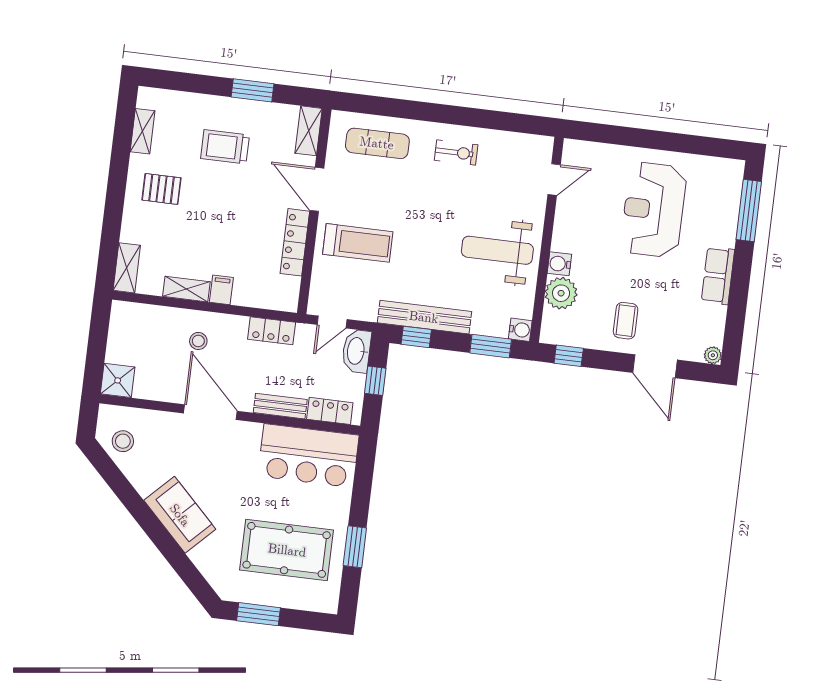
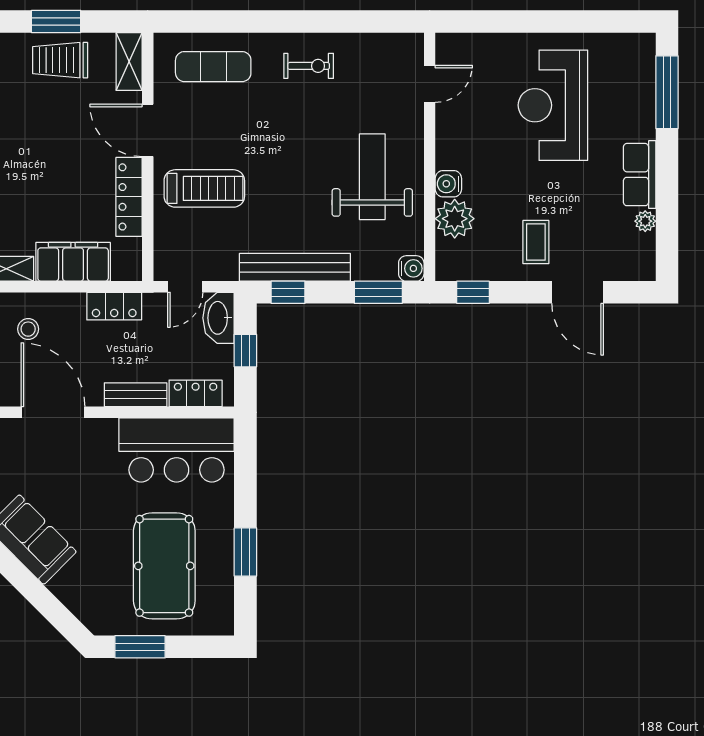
trolley: (225, 147) -> (60, 60), moved
weight bench: (497, 250) -> (372, 177), turned 90
filing cabinet: (221, 290) -> (73, 262), width x3.00, depth x1.17
plant: (713, 355) -> (645, 221), moved
pool table: (287, 550) -> (164, 566), turned 90

